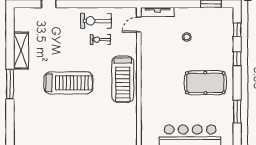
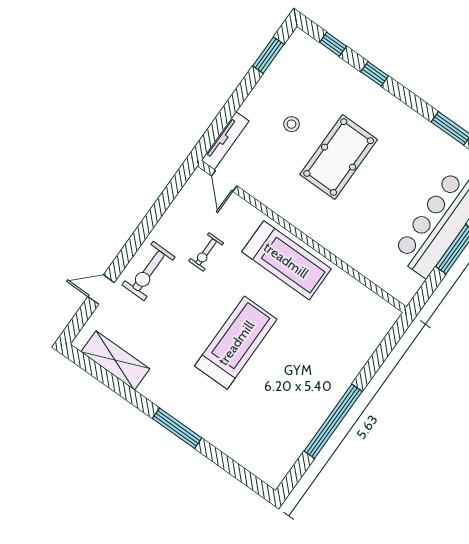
exercise bike: (96, 21) -> (149, 271), moved
shelving: (21, 50) -> (115, 360), moved
pool table: (205, 83) -> (339, 157), moved

